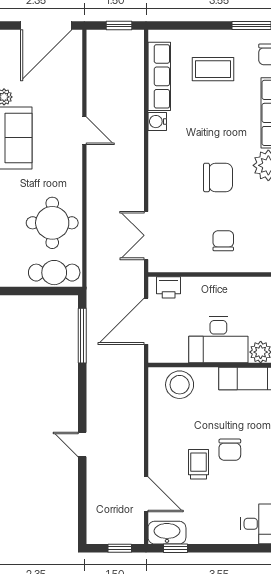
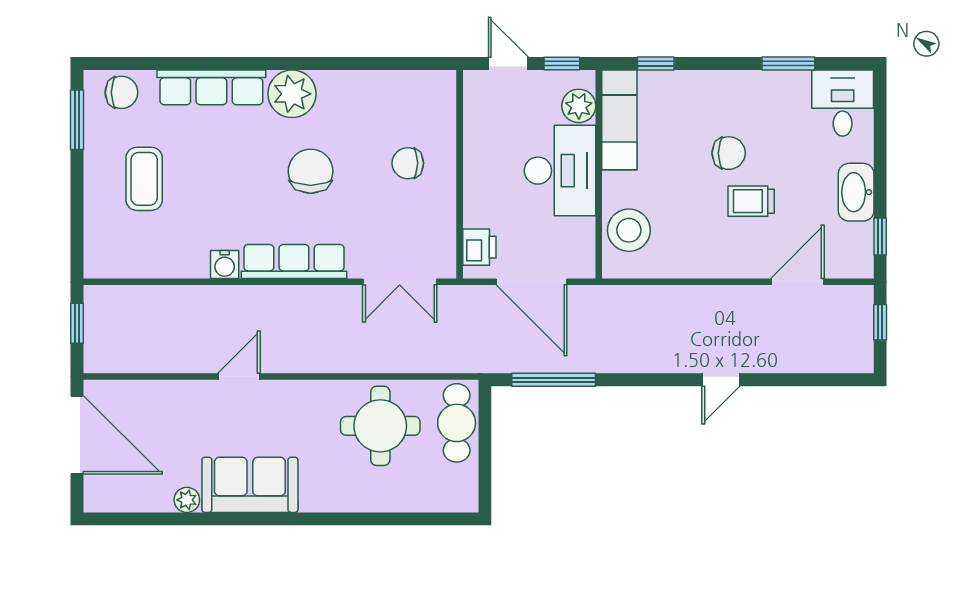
row of seats: (159, 76) -> (294, 261), moved
washbasin: (167, 533) -> (856, 192), moved

